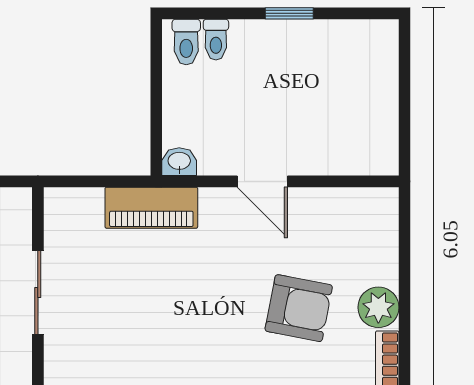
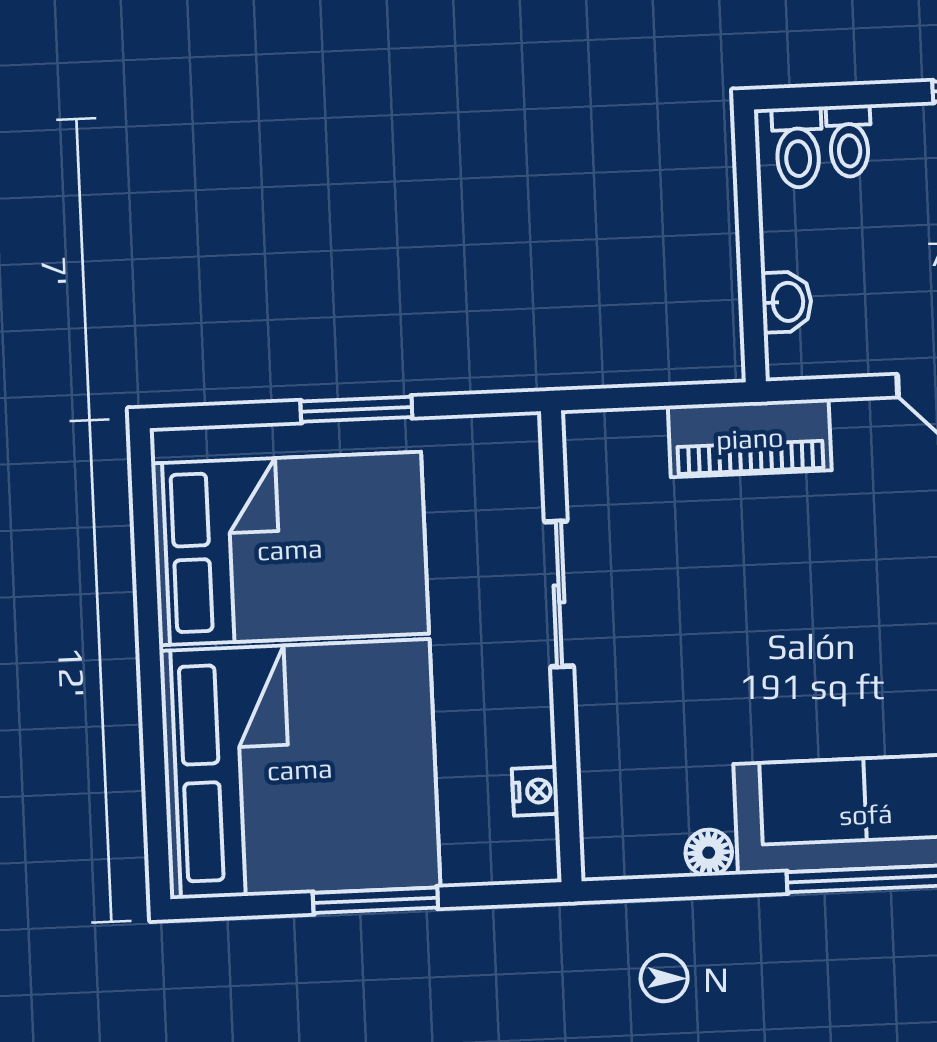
washbasin: (179, 162) -> (787, 302), moved, turned 90

